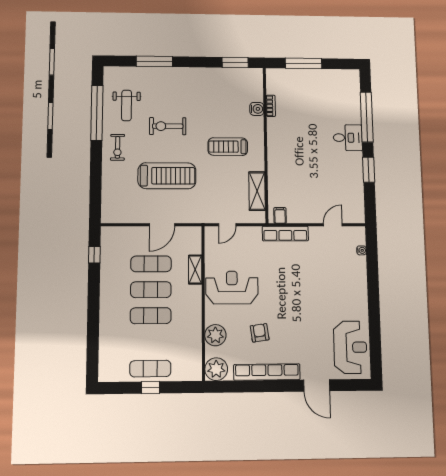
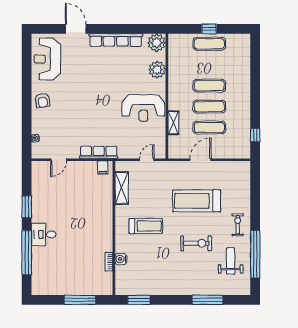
armchair: (260, 333) -> (43, 100), moved

